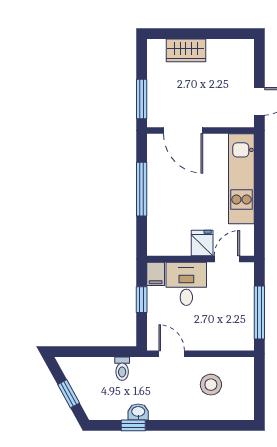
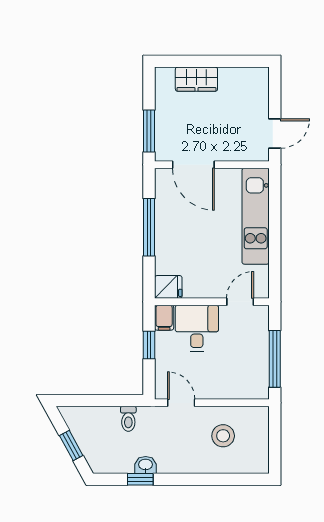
fridge: (202, 243) -> (168, 287), moved, turned 90

